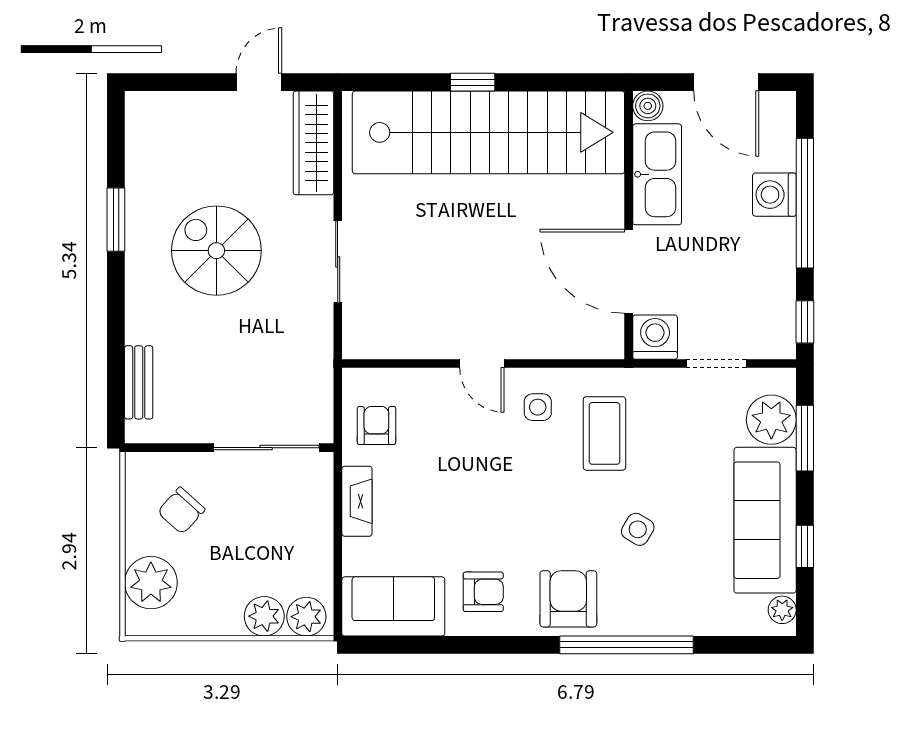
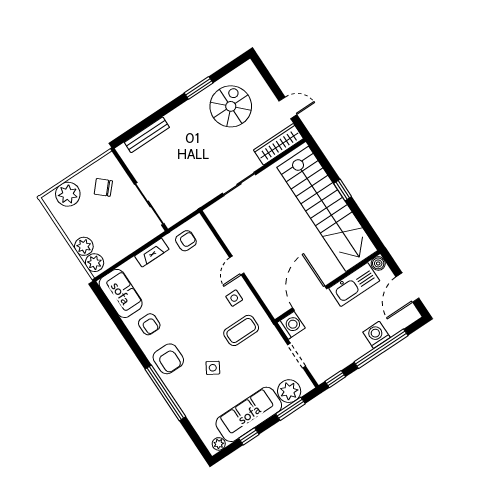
spiral stairs: (216, 251) -> (231, 106), moved
bench: (139, 382) -> (147, 135), width x1.36
armchair: (568, 599) -> (168, 359), turned 90

